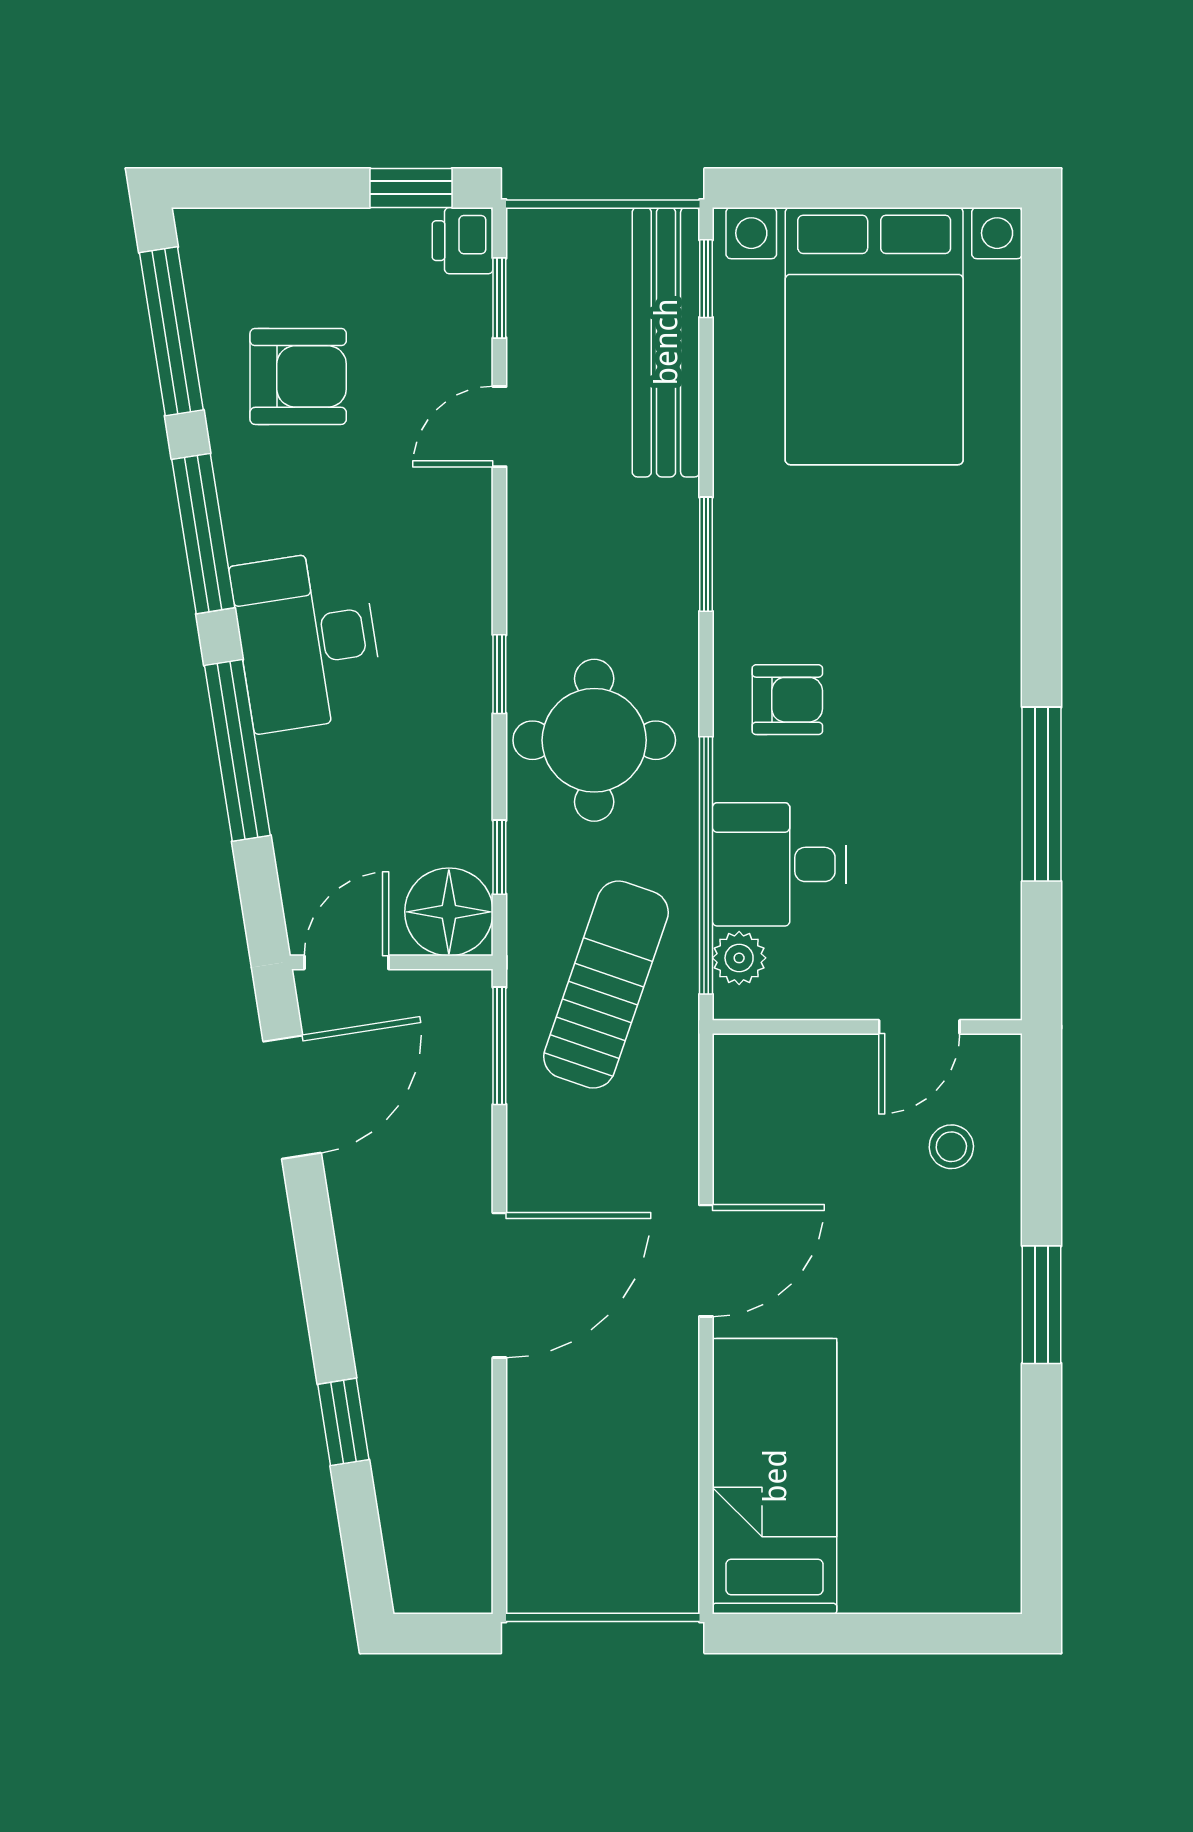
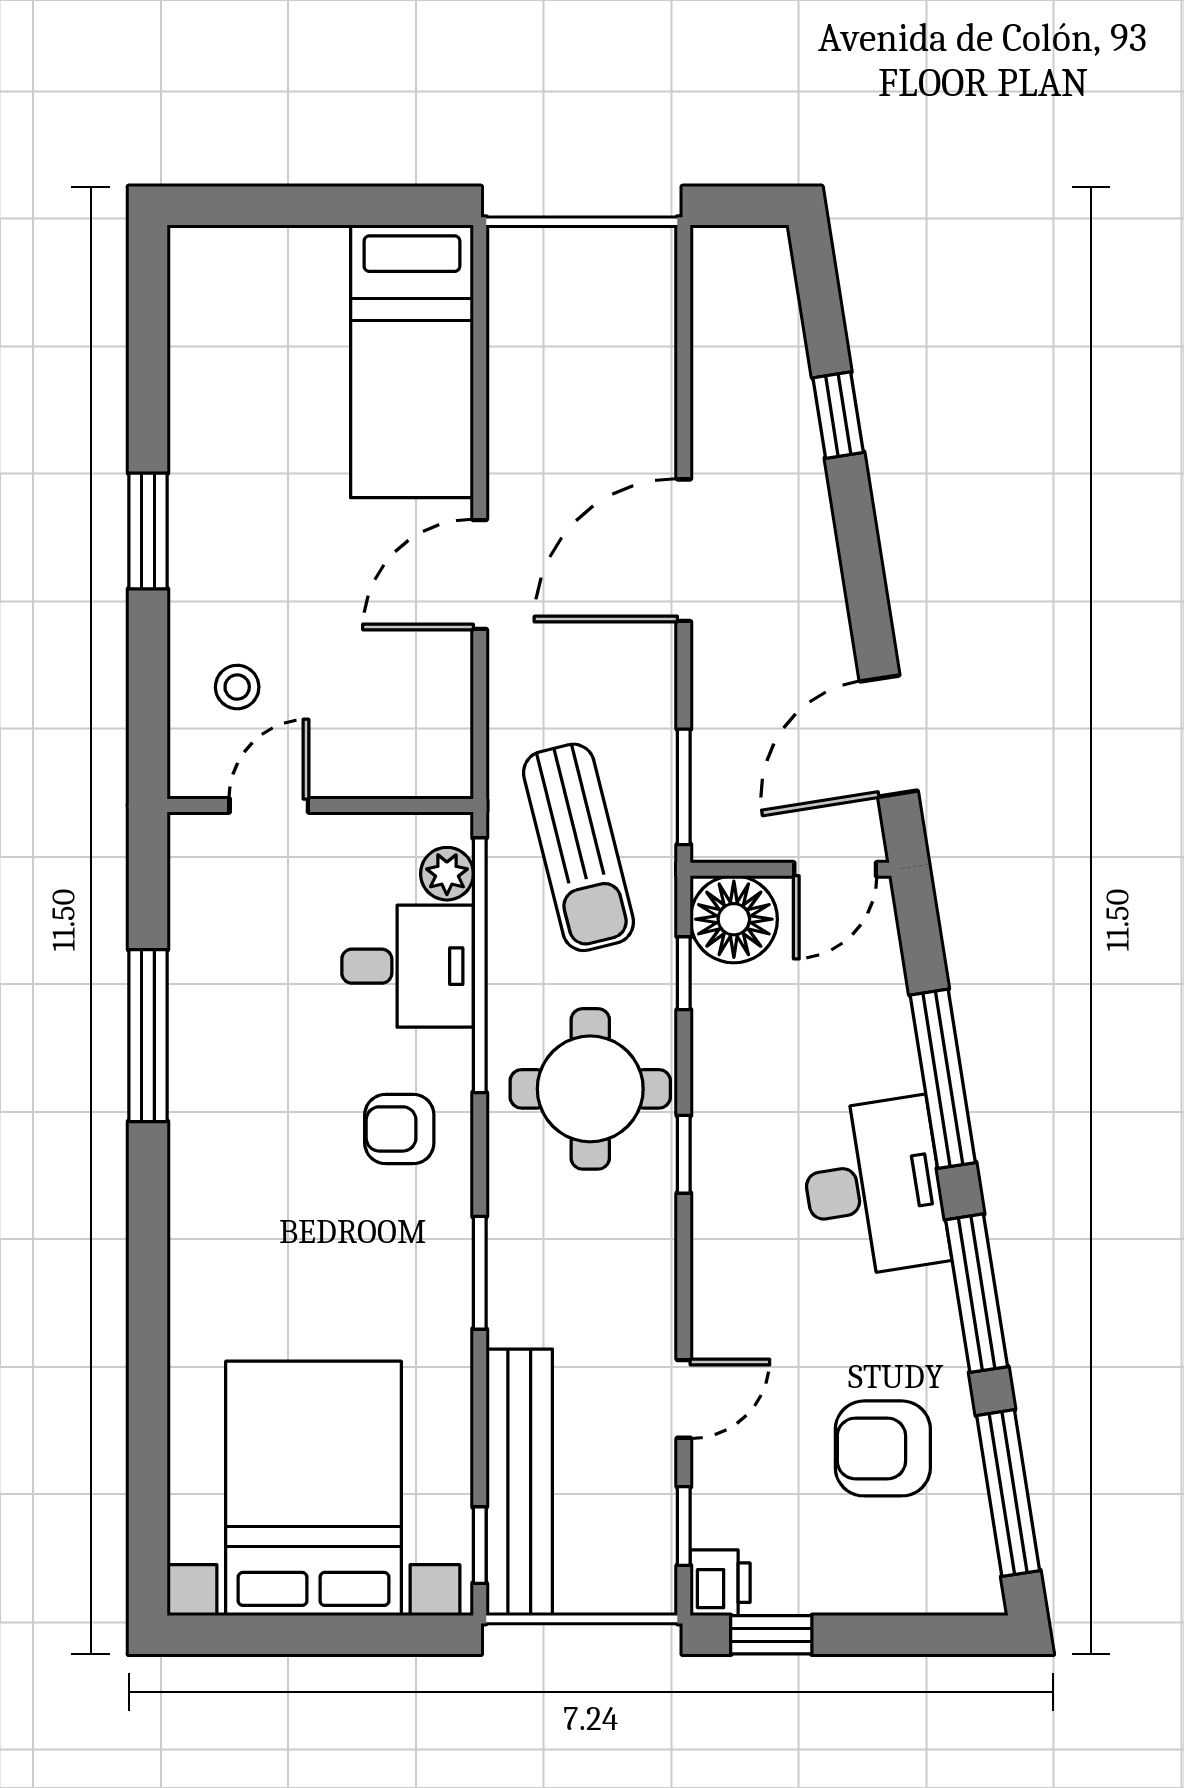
sun lounger: (606, 985) -> (579, 847), turned -33

